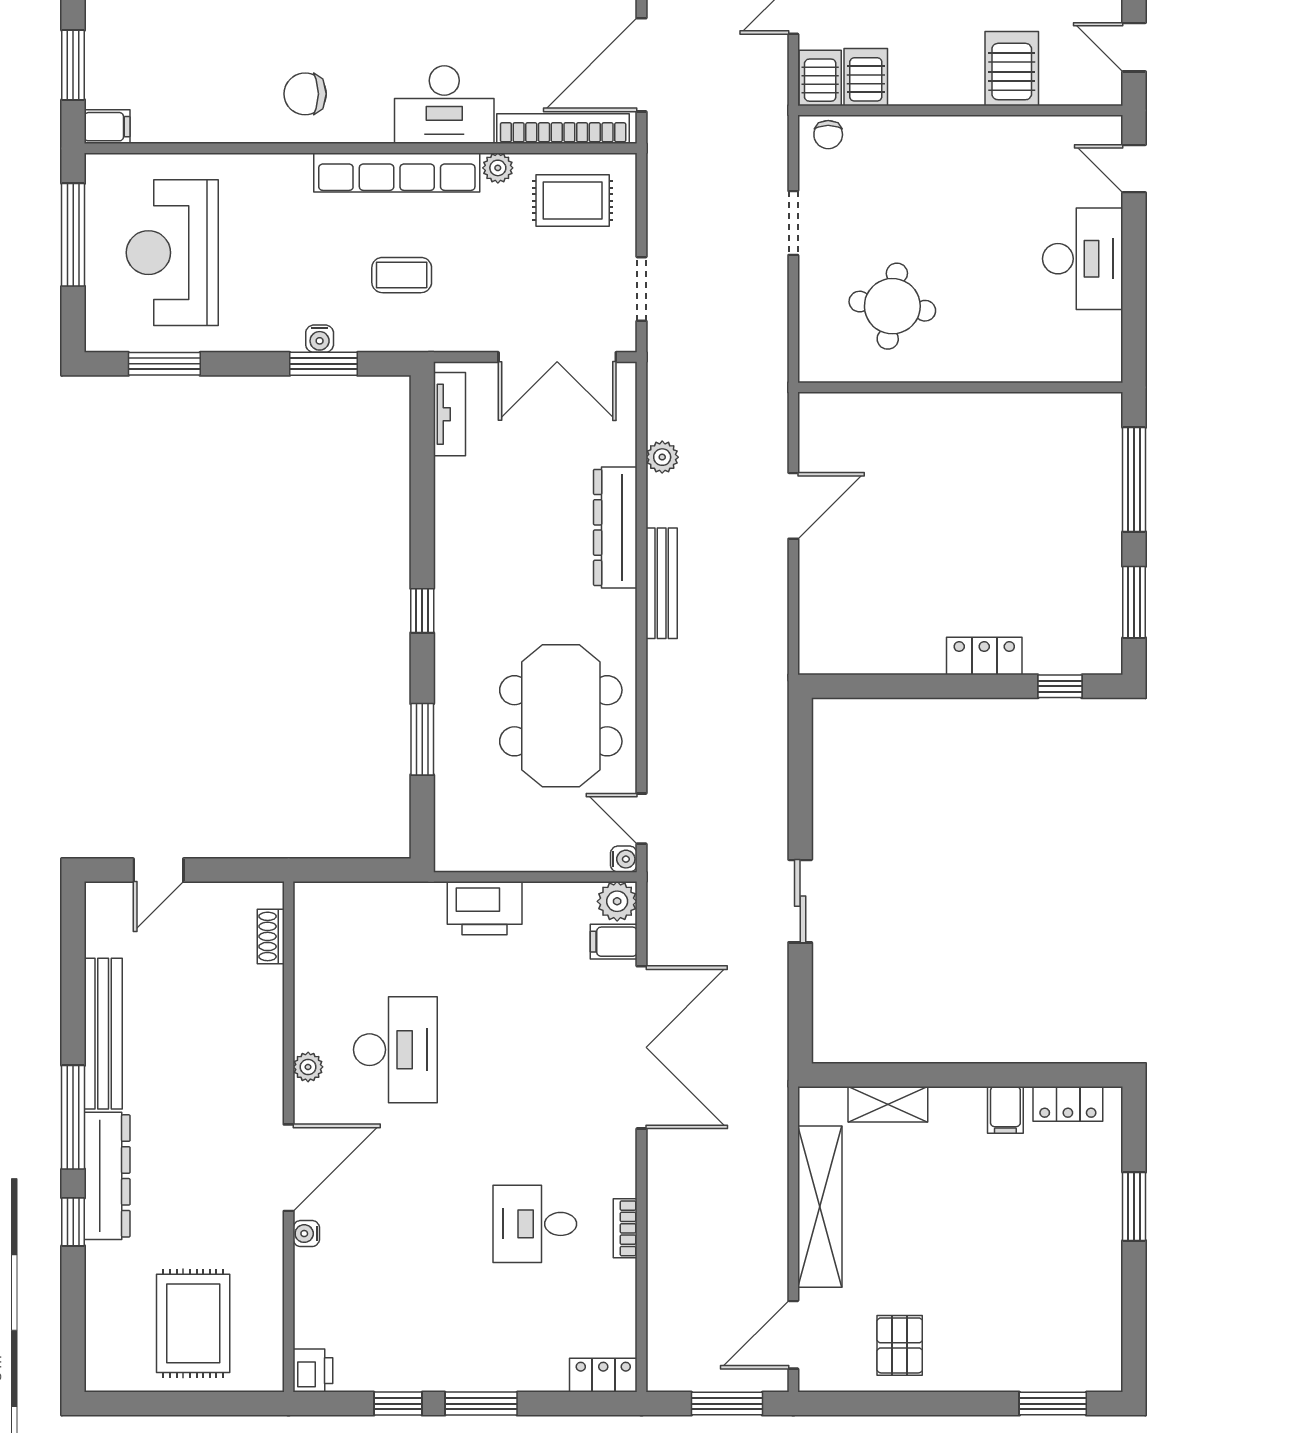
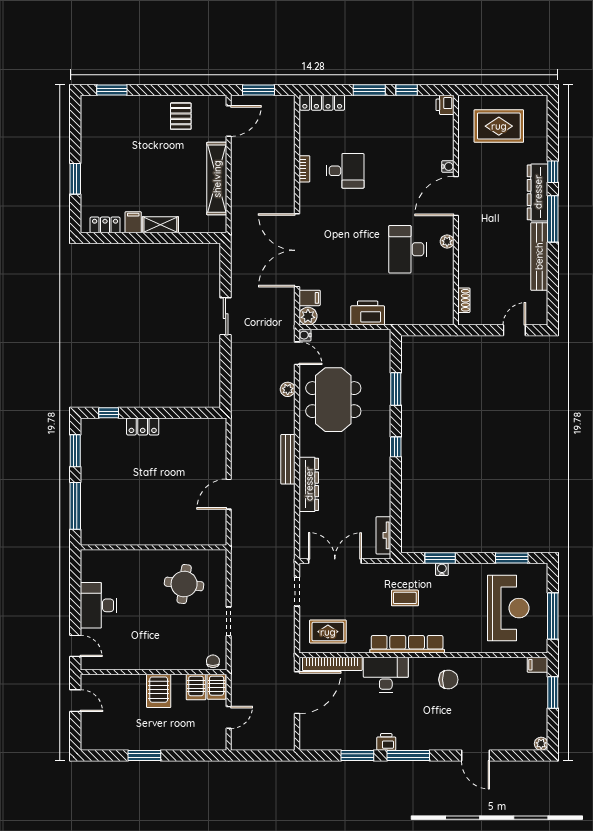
server rack: (1012, 69) -> (159, 691), moved
plant: (498, 168) -> (362, 646), removed
plant: (662, 457) -> (288, 389), moved
shelving: (888, 1104) -> (160, 225), moved
rug: (193, 1323) -> (499, 126), turned 90
locker: (603, 1375) -> (322, 103), width x1.53

